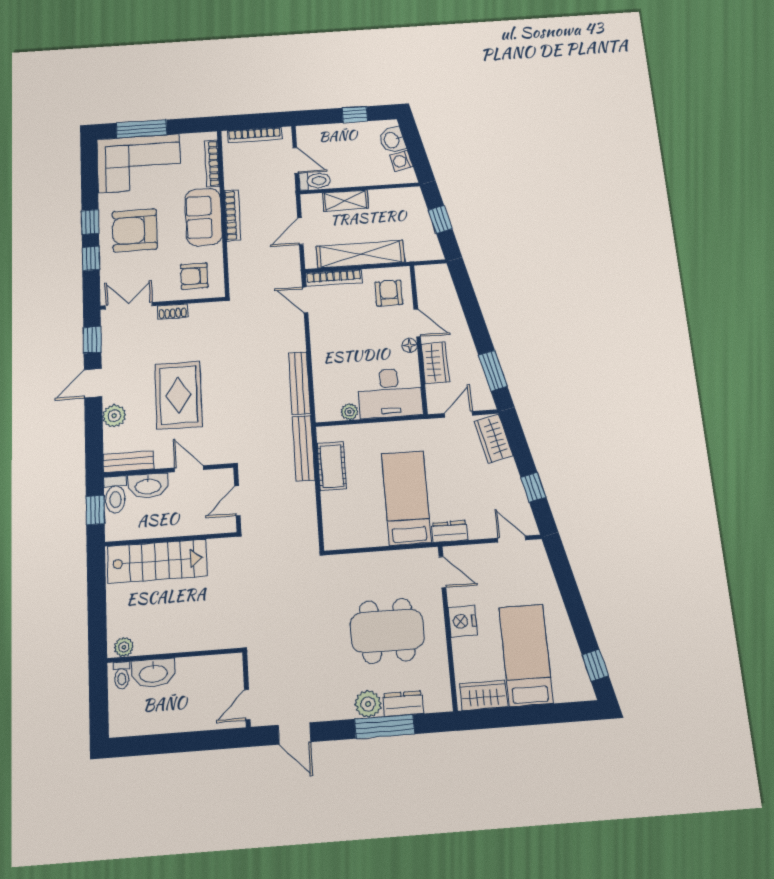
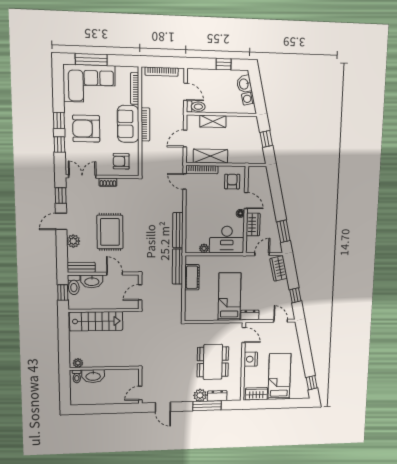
shelving: (360, 254) -> (210, 156), width x0.68
dining table: (387, 631) -> (213, 362), turned 90

